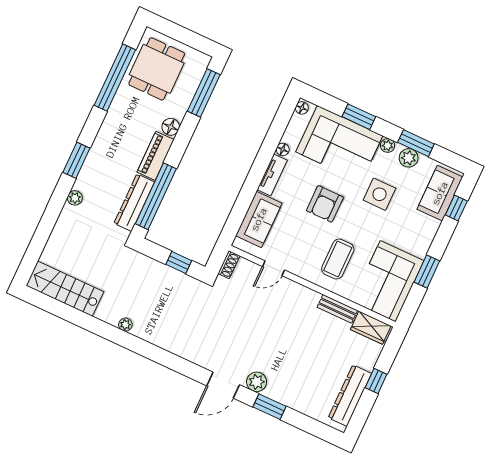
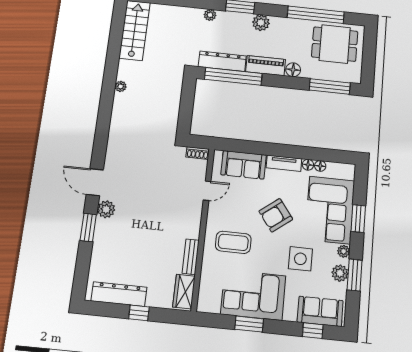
floor lamp: (302, 108) -> (320, 166), moved
plant: (103, 143) -> (261, 23), added
armchair: (325, 204) -> (276, 215), turned -37
window: (179, 263) -> (186, 112), removed
door: (274, 268) -> (207, 191), swing flipped
corner sofa: (388, 281) -> (253, 295), moved

